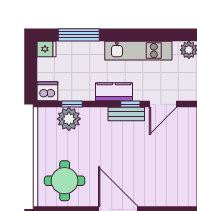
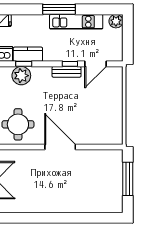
window: (79, 35) -> (59, 9), moved
kitchen counter: (114, 92) -> (28, 54), moved

